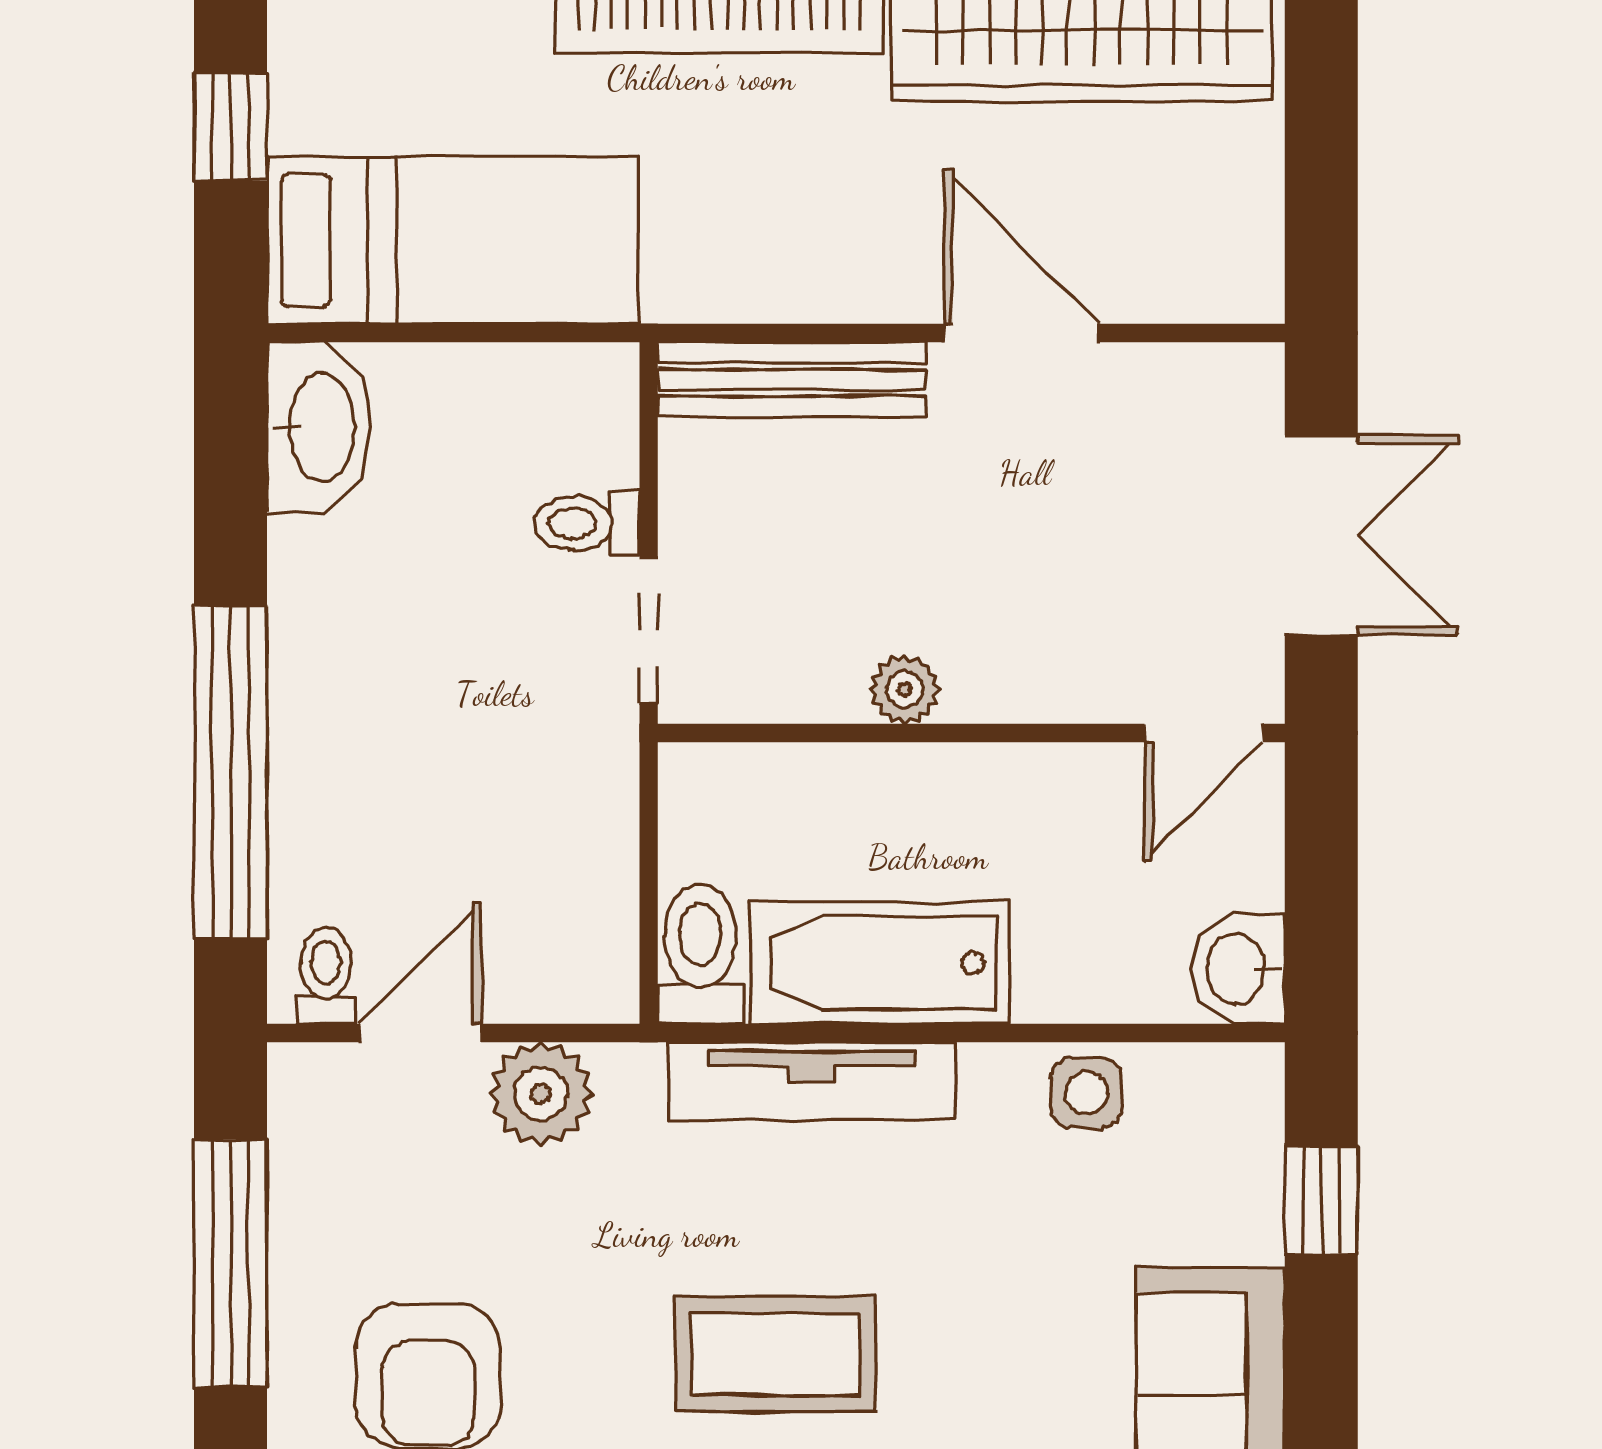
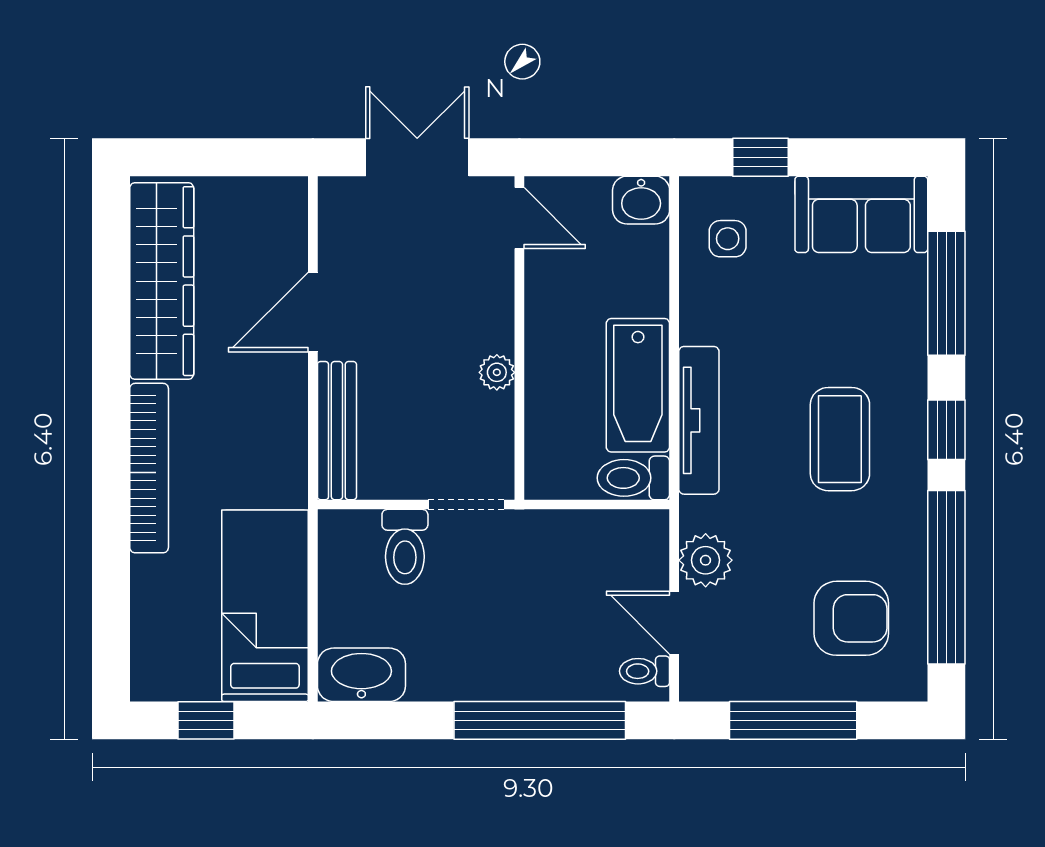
toilet: (587, 523) -> (405, 547), width x1.37, depth x1.39
side table: (1086, 1093) -> (728, 239), moved

